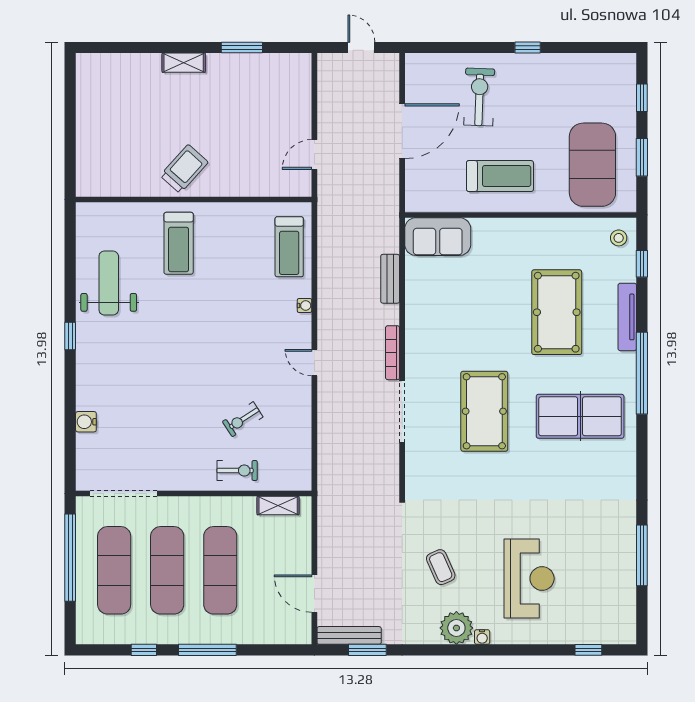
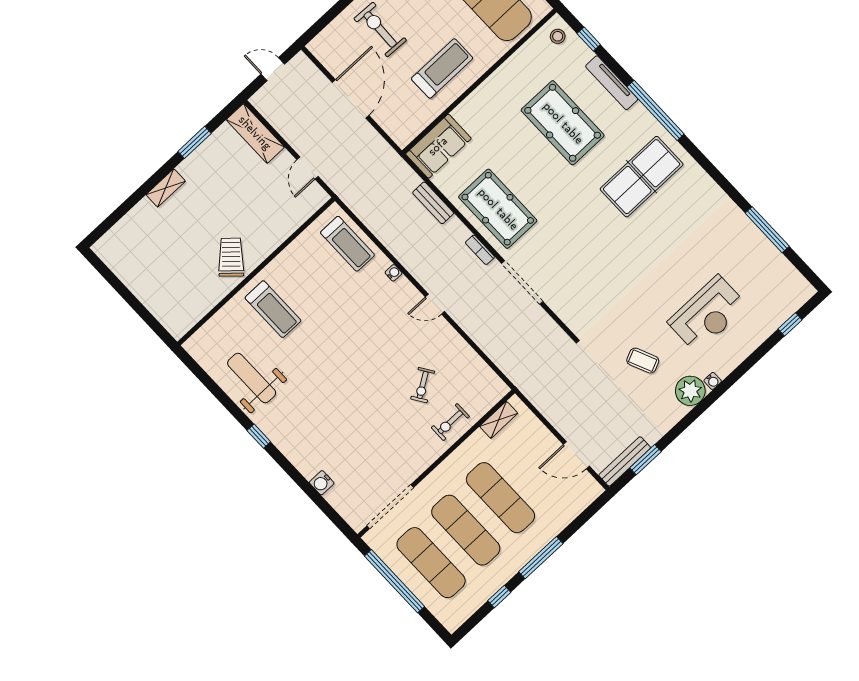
shelving: (298, 87) -> (255, 133), added
bookcase: (393, 353) -> (480, 250), width x0.64
pool table: (484, 411) -> (498, 209), moved
exercise bike: (237, 471) -> (450, 422), turned 180
reception desk: (529, 579) -> (708, 314), turned 90

